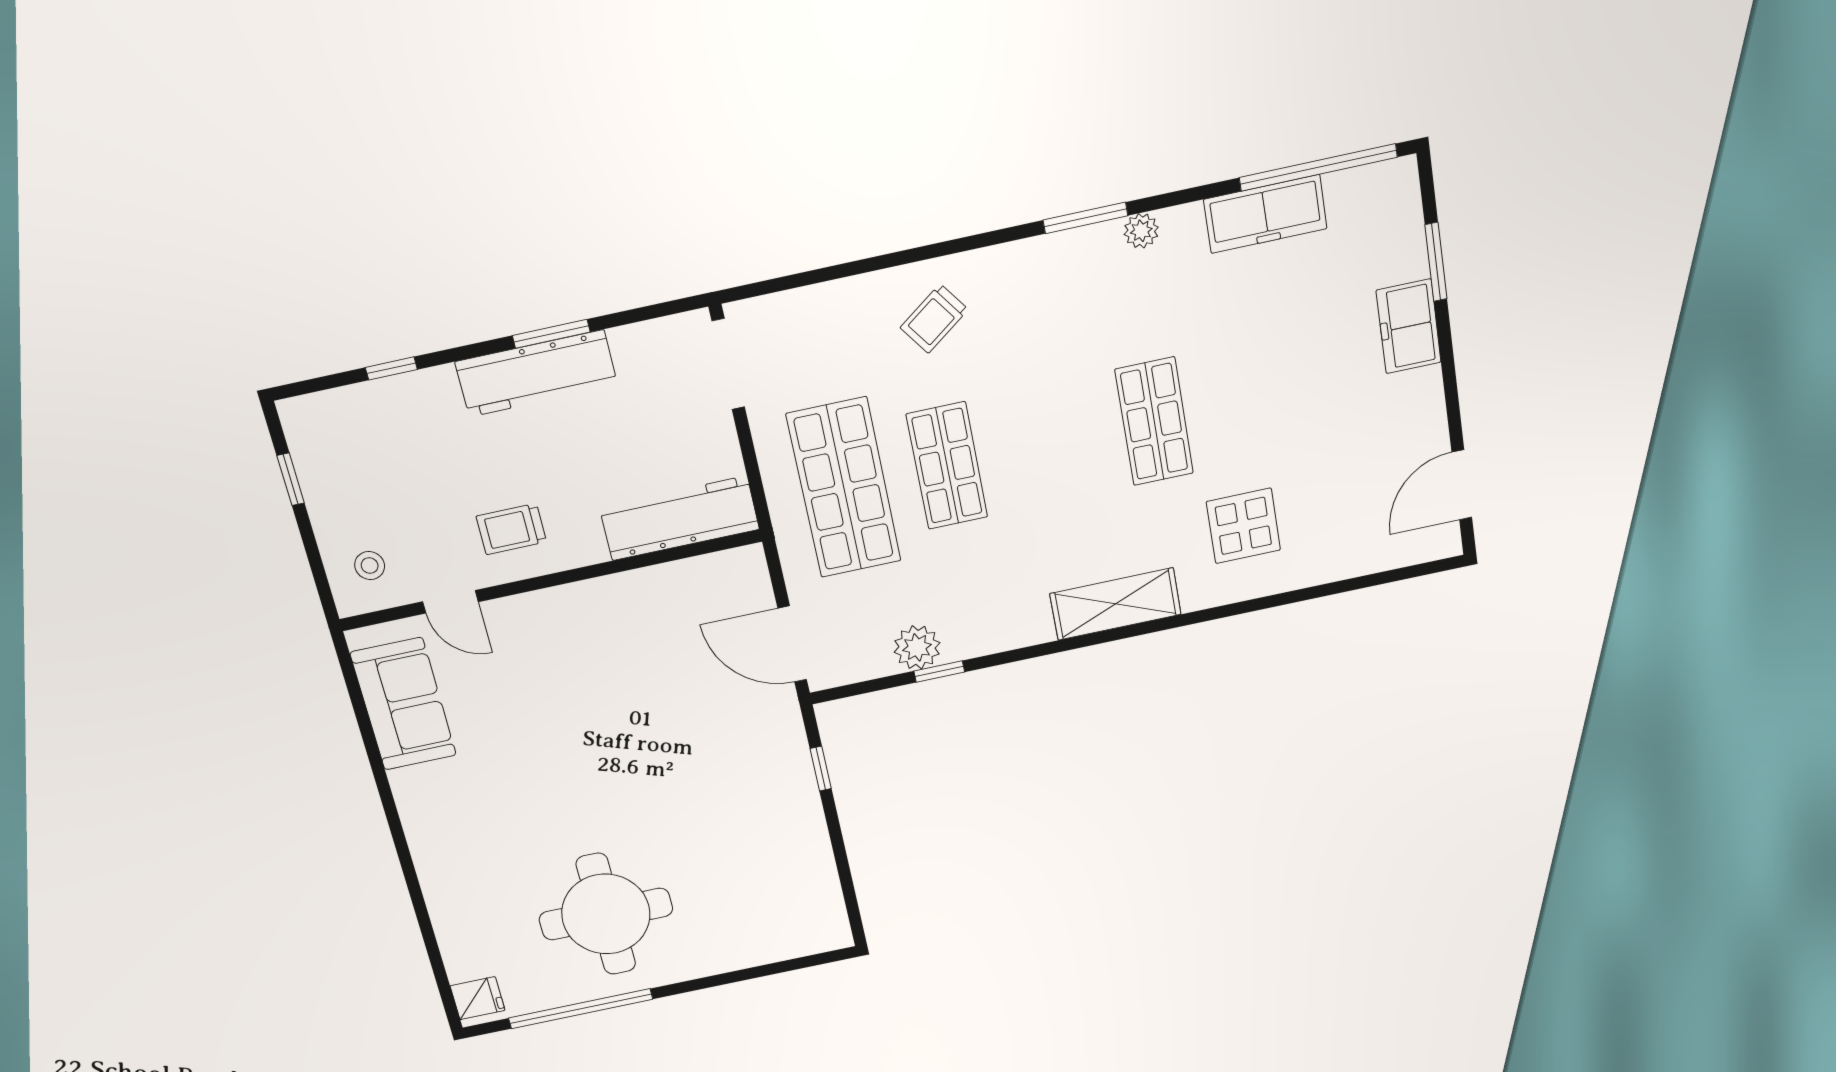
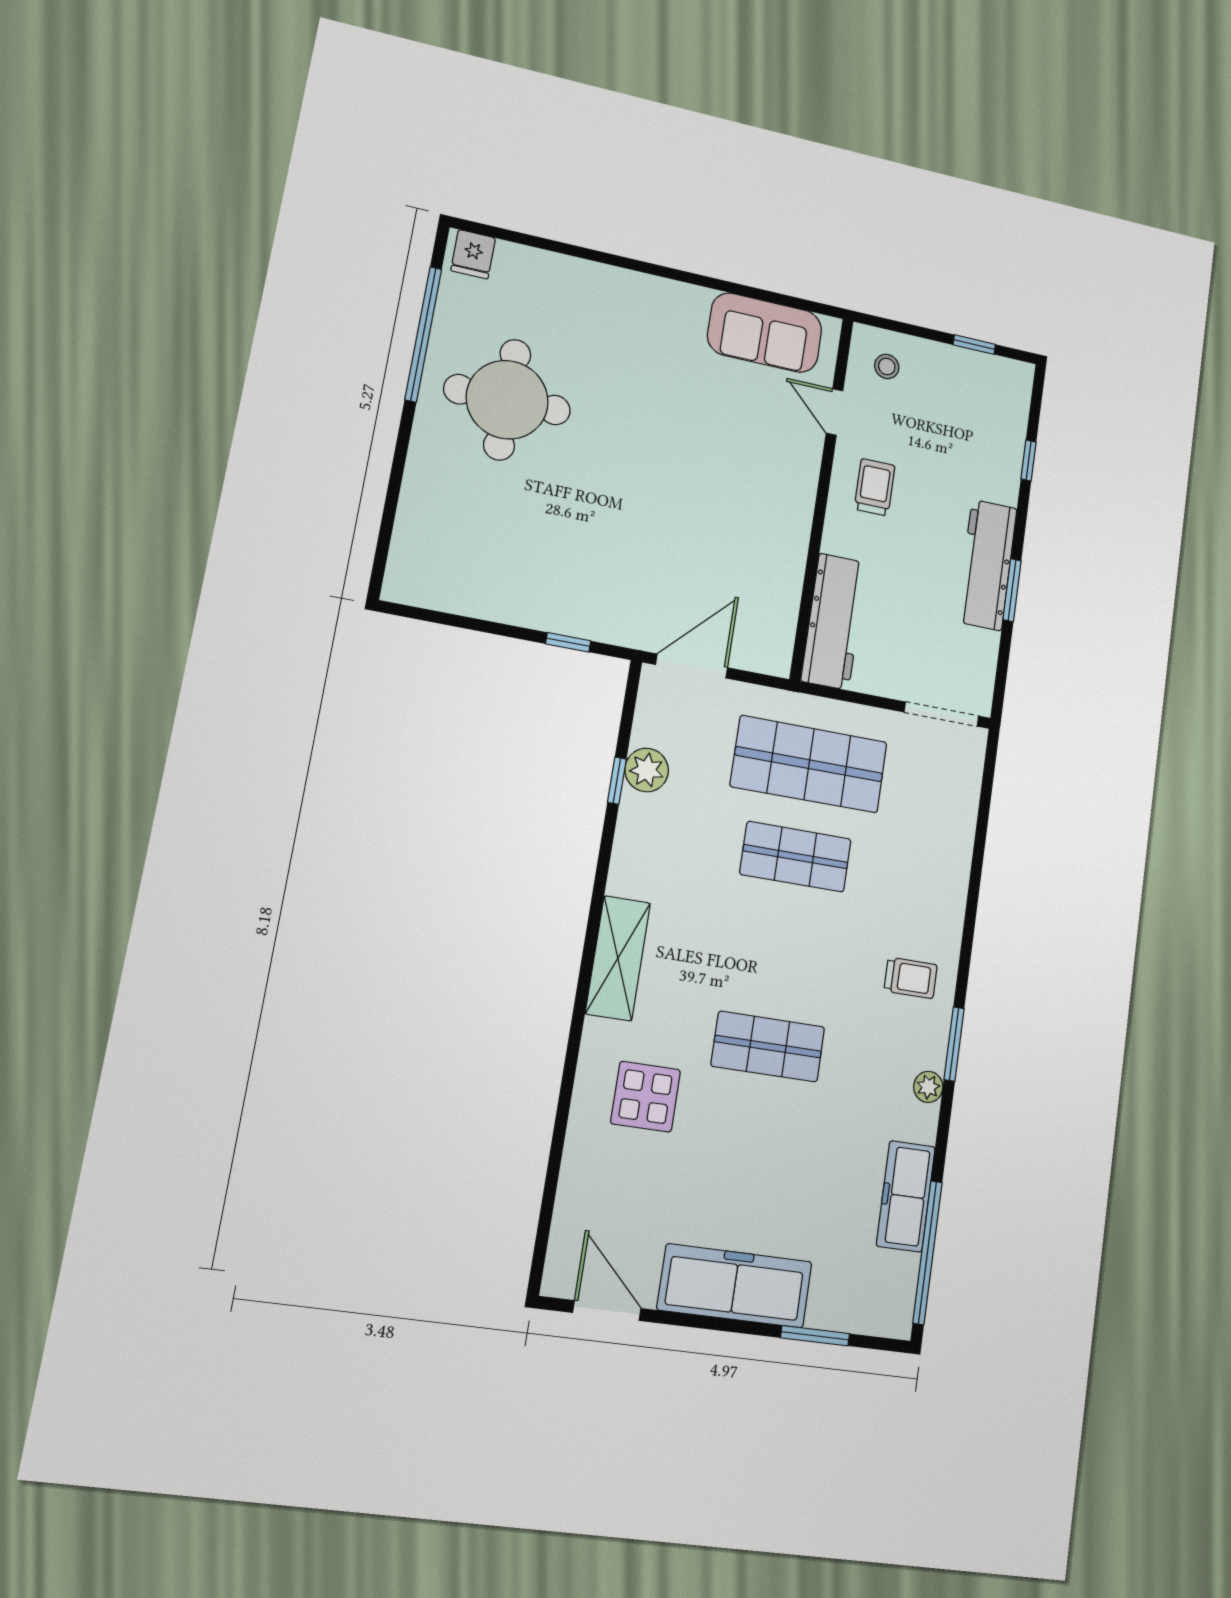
trolley: (934, 319) -> (911, 978), moved, turned 126
freezer: (1409, 326) -> (735, 1286), width x1.91, depth x1.26
door: (450, 602) -> (834, 412), hinge flipped

